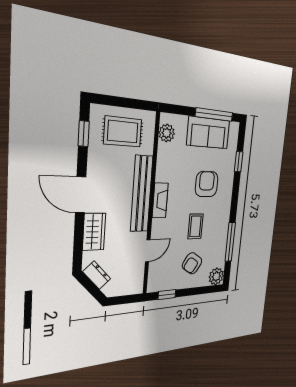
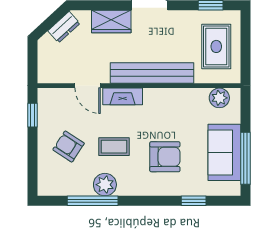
fireplace: (160, 200) -> (123, 96), moved
plant: (216, 276) -> (105, 185), moved

